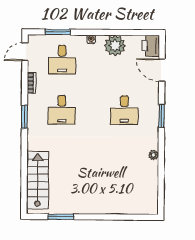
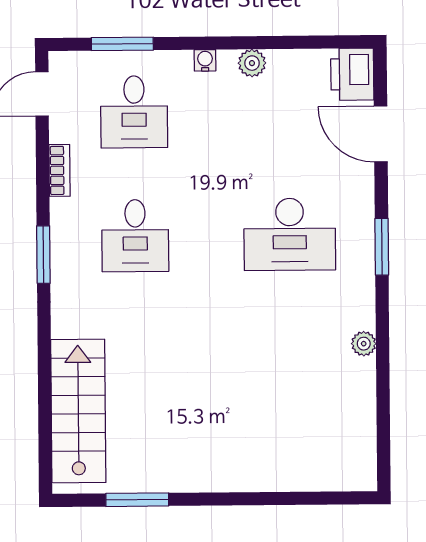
plant: (115, 46) -> (252, 63), width x0.53, depth x0.53
desk: (124, 110) -> (290, 234), width x1.37

